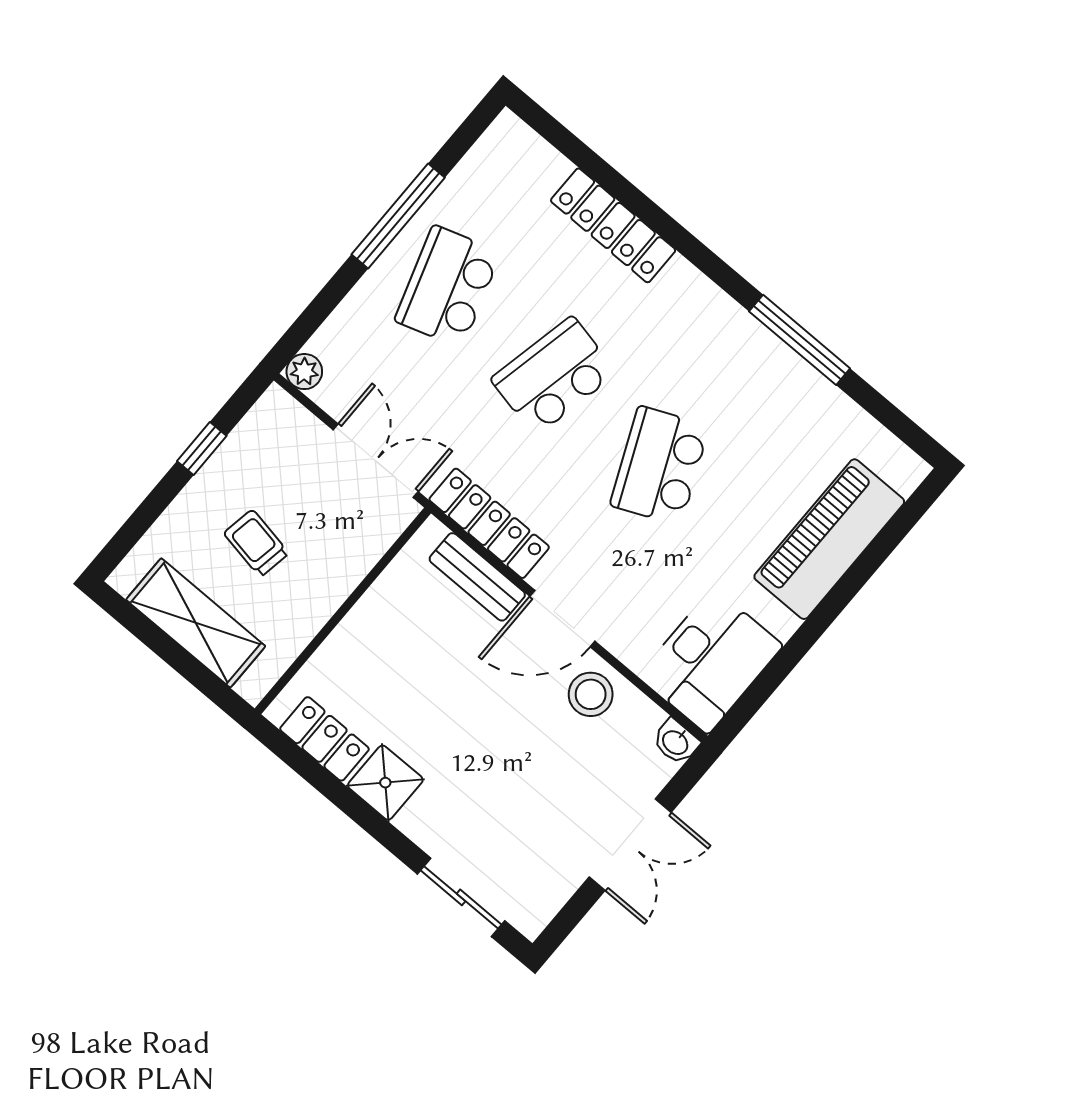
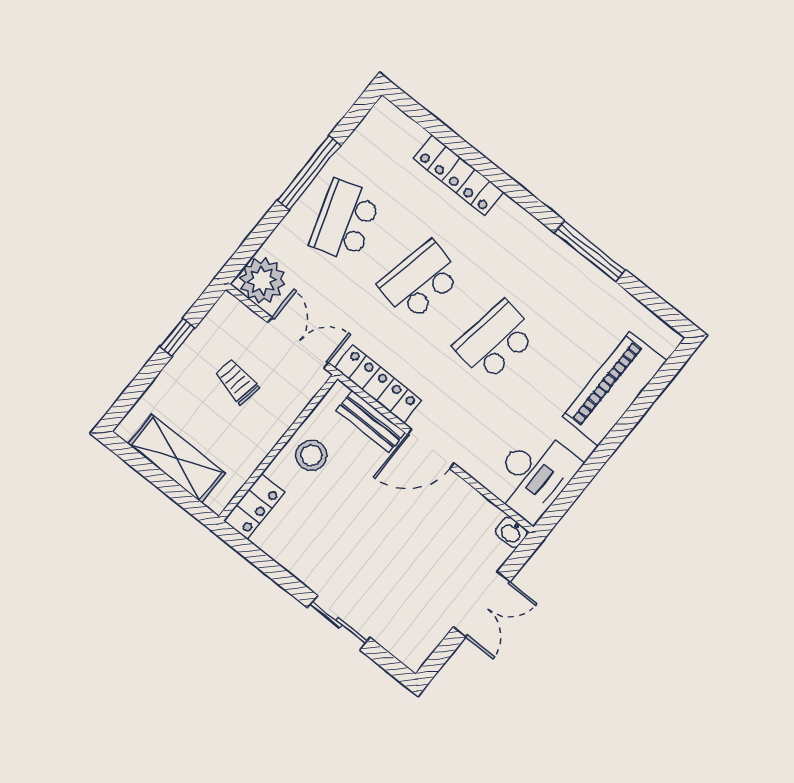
plant: (304, 372) -> (262, 281), width x1.87, depth x1.87
school desk: (660, 466) -> (495, 341), turned 33
trolley: (256, 543) -> (237, 382), moved
stool: (591, 694) -> (311, 455), moved
locker: (324, 739) -> (254, 507), moved, turned 90
shower: (385, 783) -> (311, 566), removed
sliding door: (461, 897) -> (339, 623), moved

